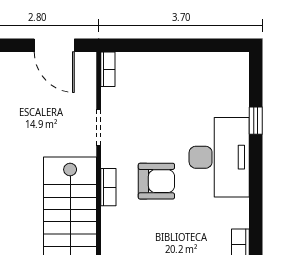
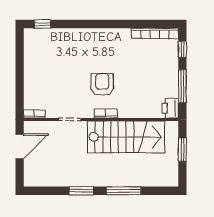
window: (256, 121) -> (42, 24), moved
desk: (219, 157) -> (88, 46), removed

